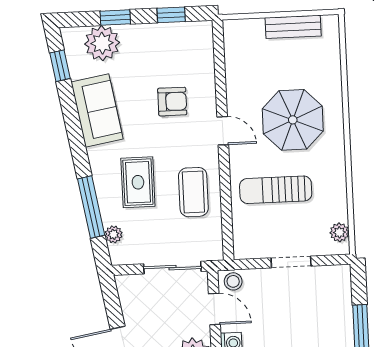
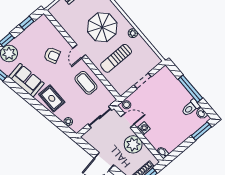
armchair: (172, 102) -> (52, 55), turned 64
door: (223, 131) -> (79, 52), swing flipped
rug: (138, 182) -> (52, 98), moved
window: (91, 207) -> (52, 118), removed
plant: (339, 232) -> (133, 33), moved

